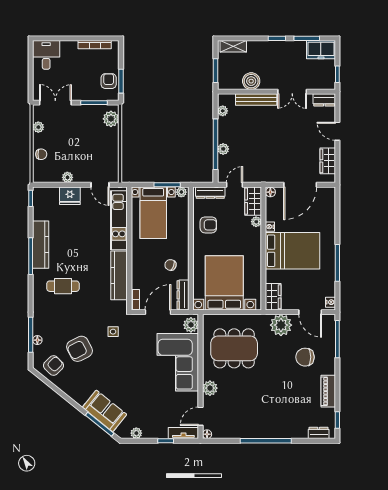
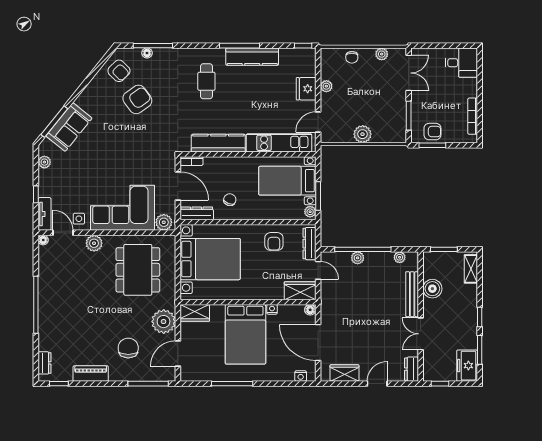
plant: (111, 119) -> (363, 134), moved
plant: (256, 222) -> (277, 294), removed
nightstand: (330, 302) -> (301, 376), moved
side table: (113, 332) -> (79, 219), moved
armchair: (80, 349) -> (137, 99), turned 81

